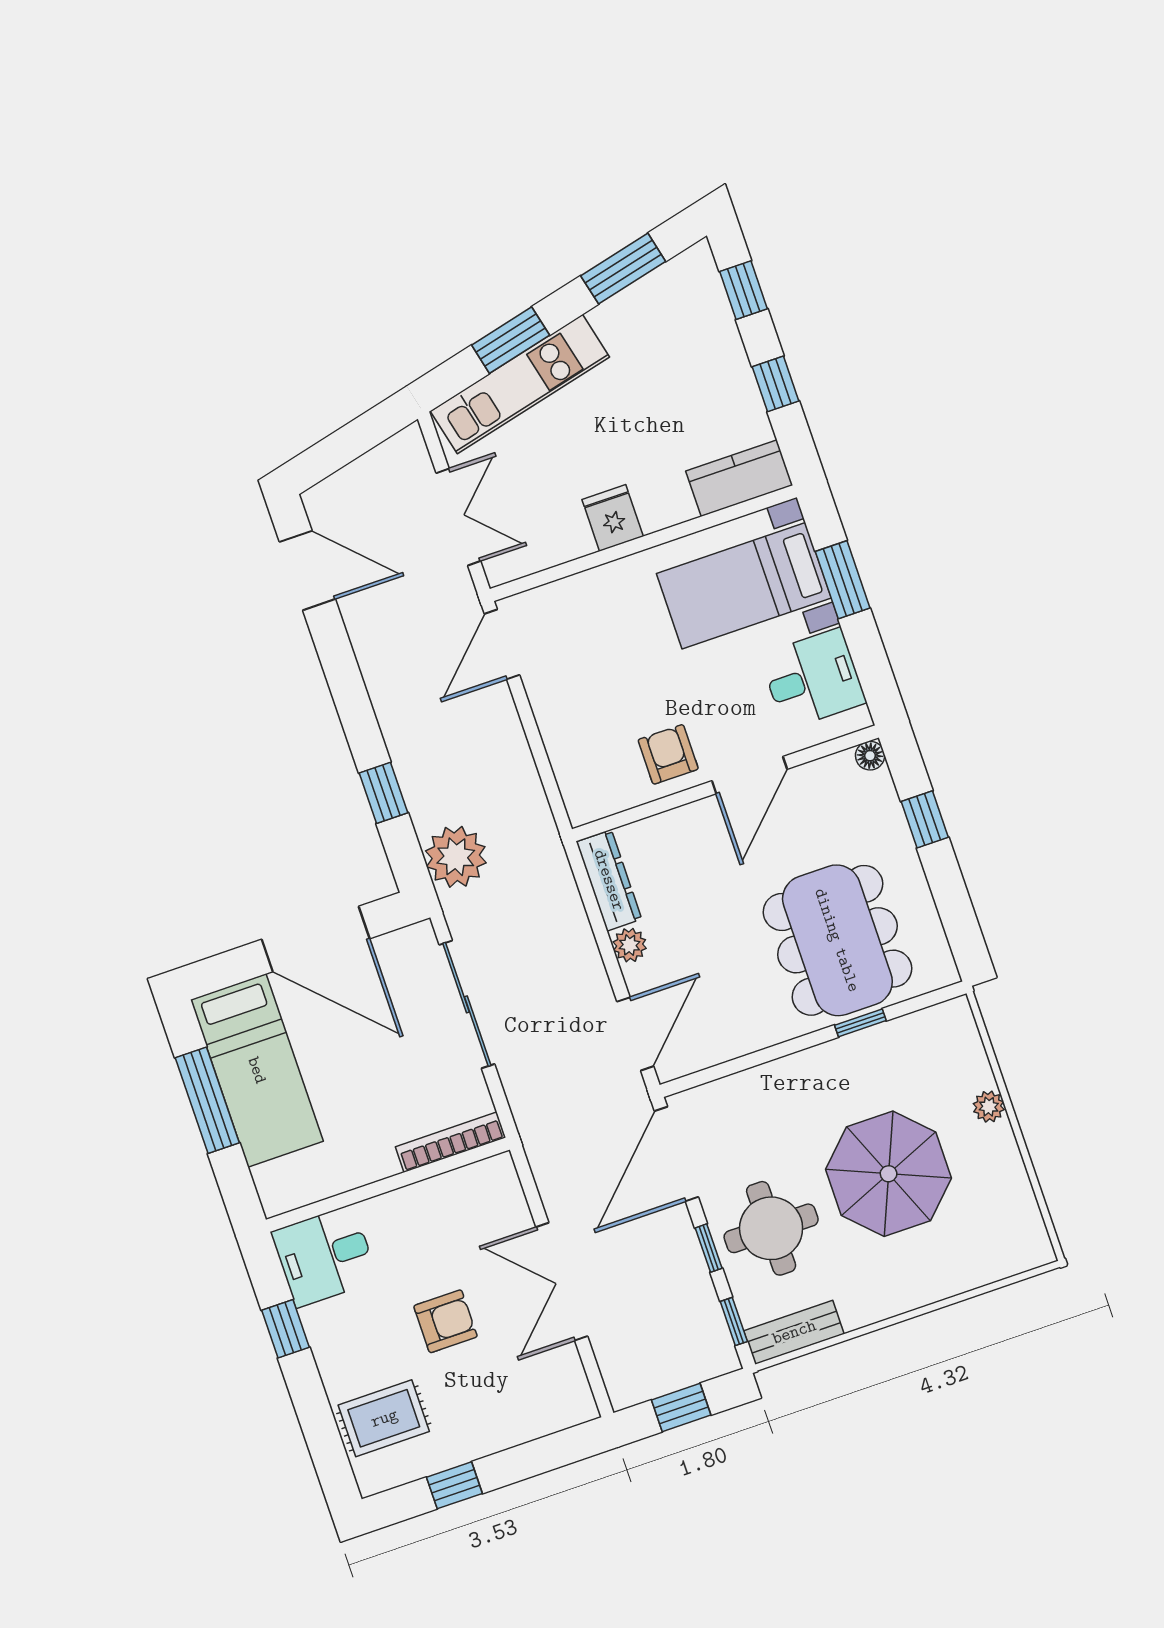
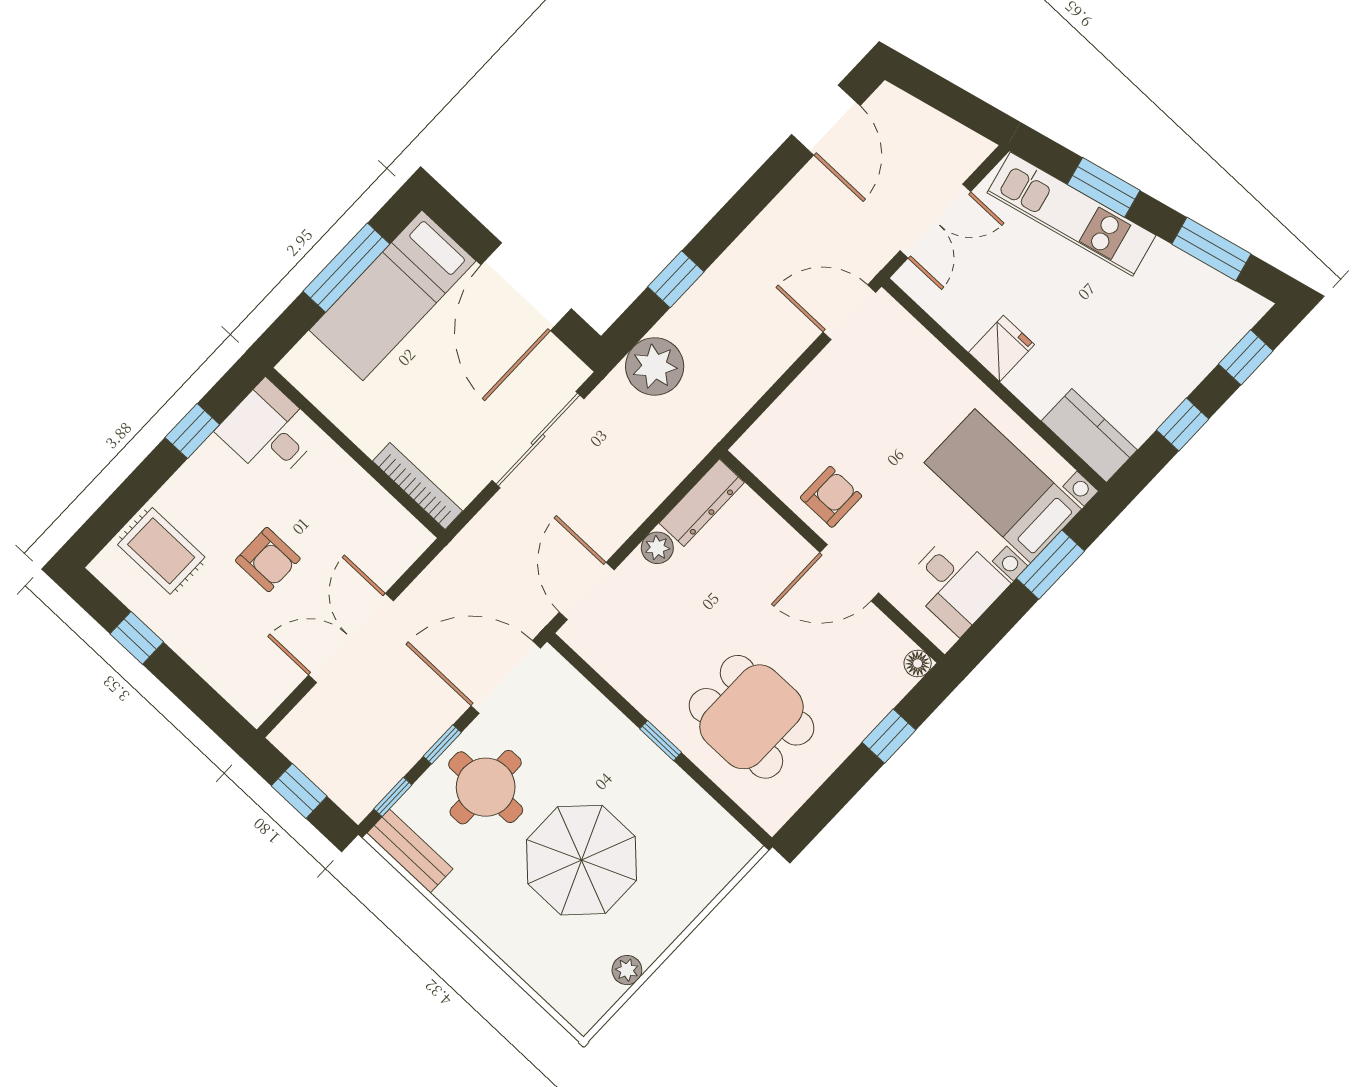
dining table: (837, 940) -> (751, 717), width x0.73
window: (860, 1023) -> (661, 741), moved
door: (635, 1034) -> (587, 591), swing flipped
plant: (989, 1107) -> (627, 970), moved

